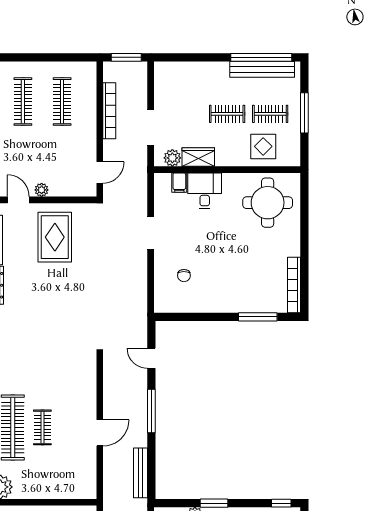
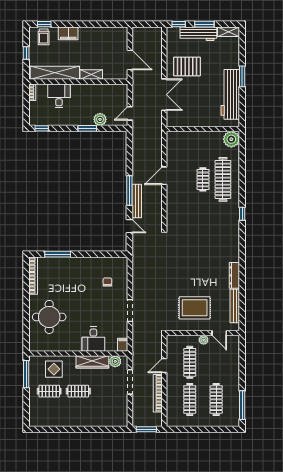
window: (261, 57) -> (55, 429), removed
bench: (262, 69) -> (55, 421), removed
window: (304, 113) -> (26, 374), moved
clothes rail: (62, 156) -> (190, 362), added
wardrobe: (198, 157) -> (92, 362), width x1.50
door: (100, 173) -> (164, 366), moved
filing cabinet: (179, 183) -> (123, 345), moved
round table: (268, 203) -> (49, 317), moved
rug: (55, 237) -> (195, 308), turned 90
bench: (140, 473) -> (137, 201), moved

